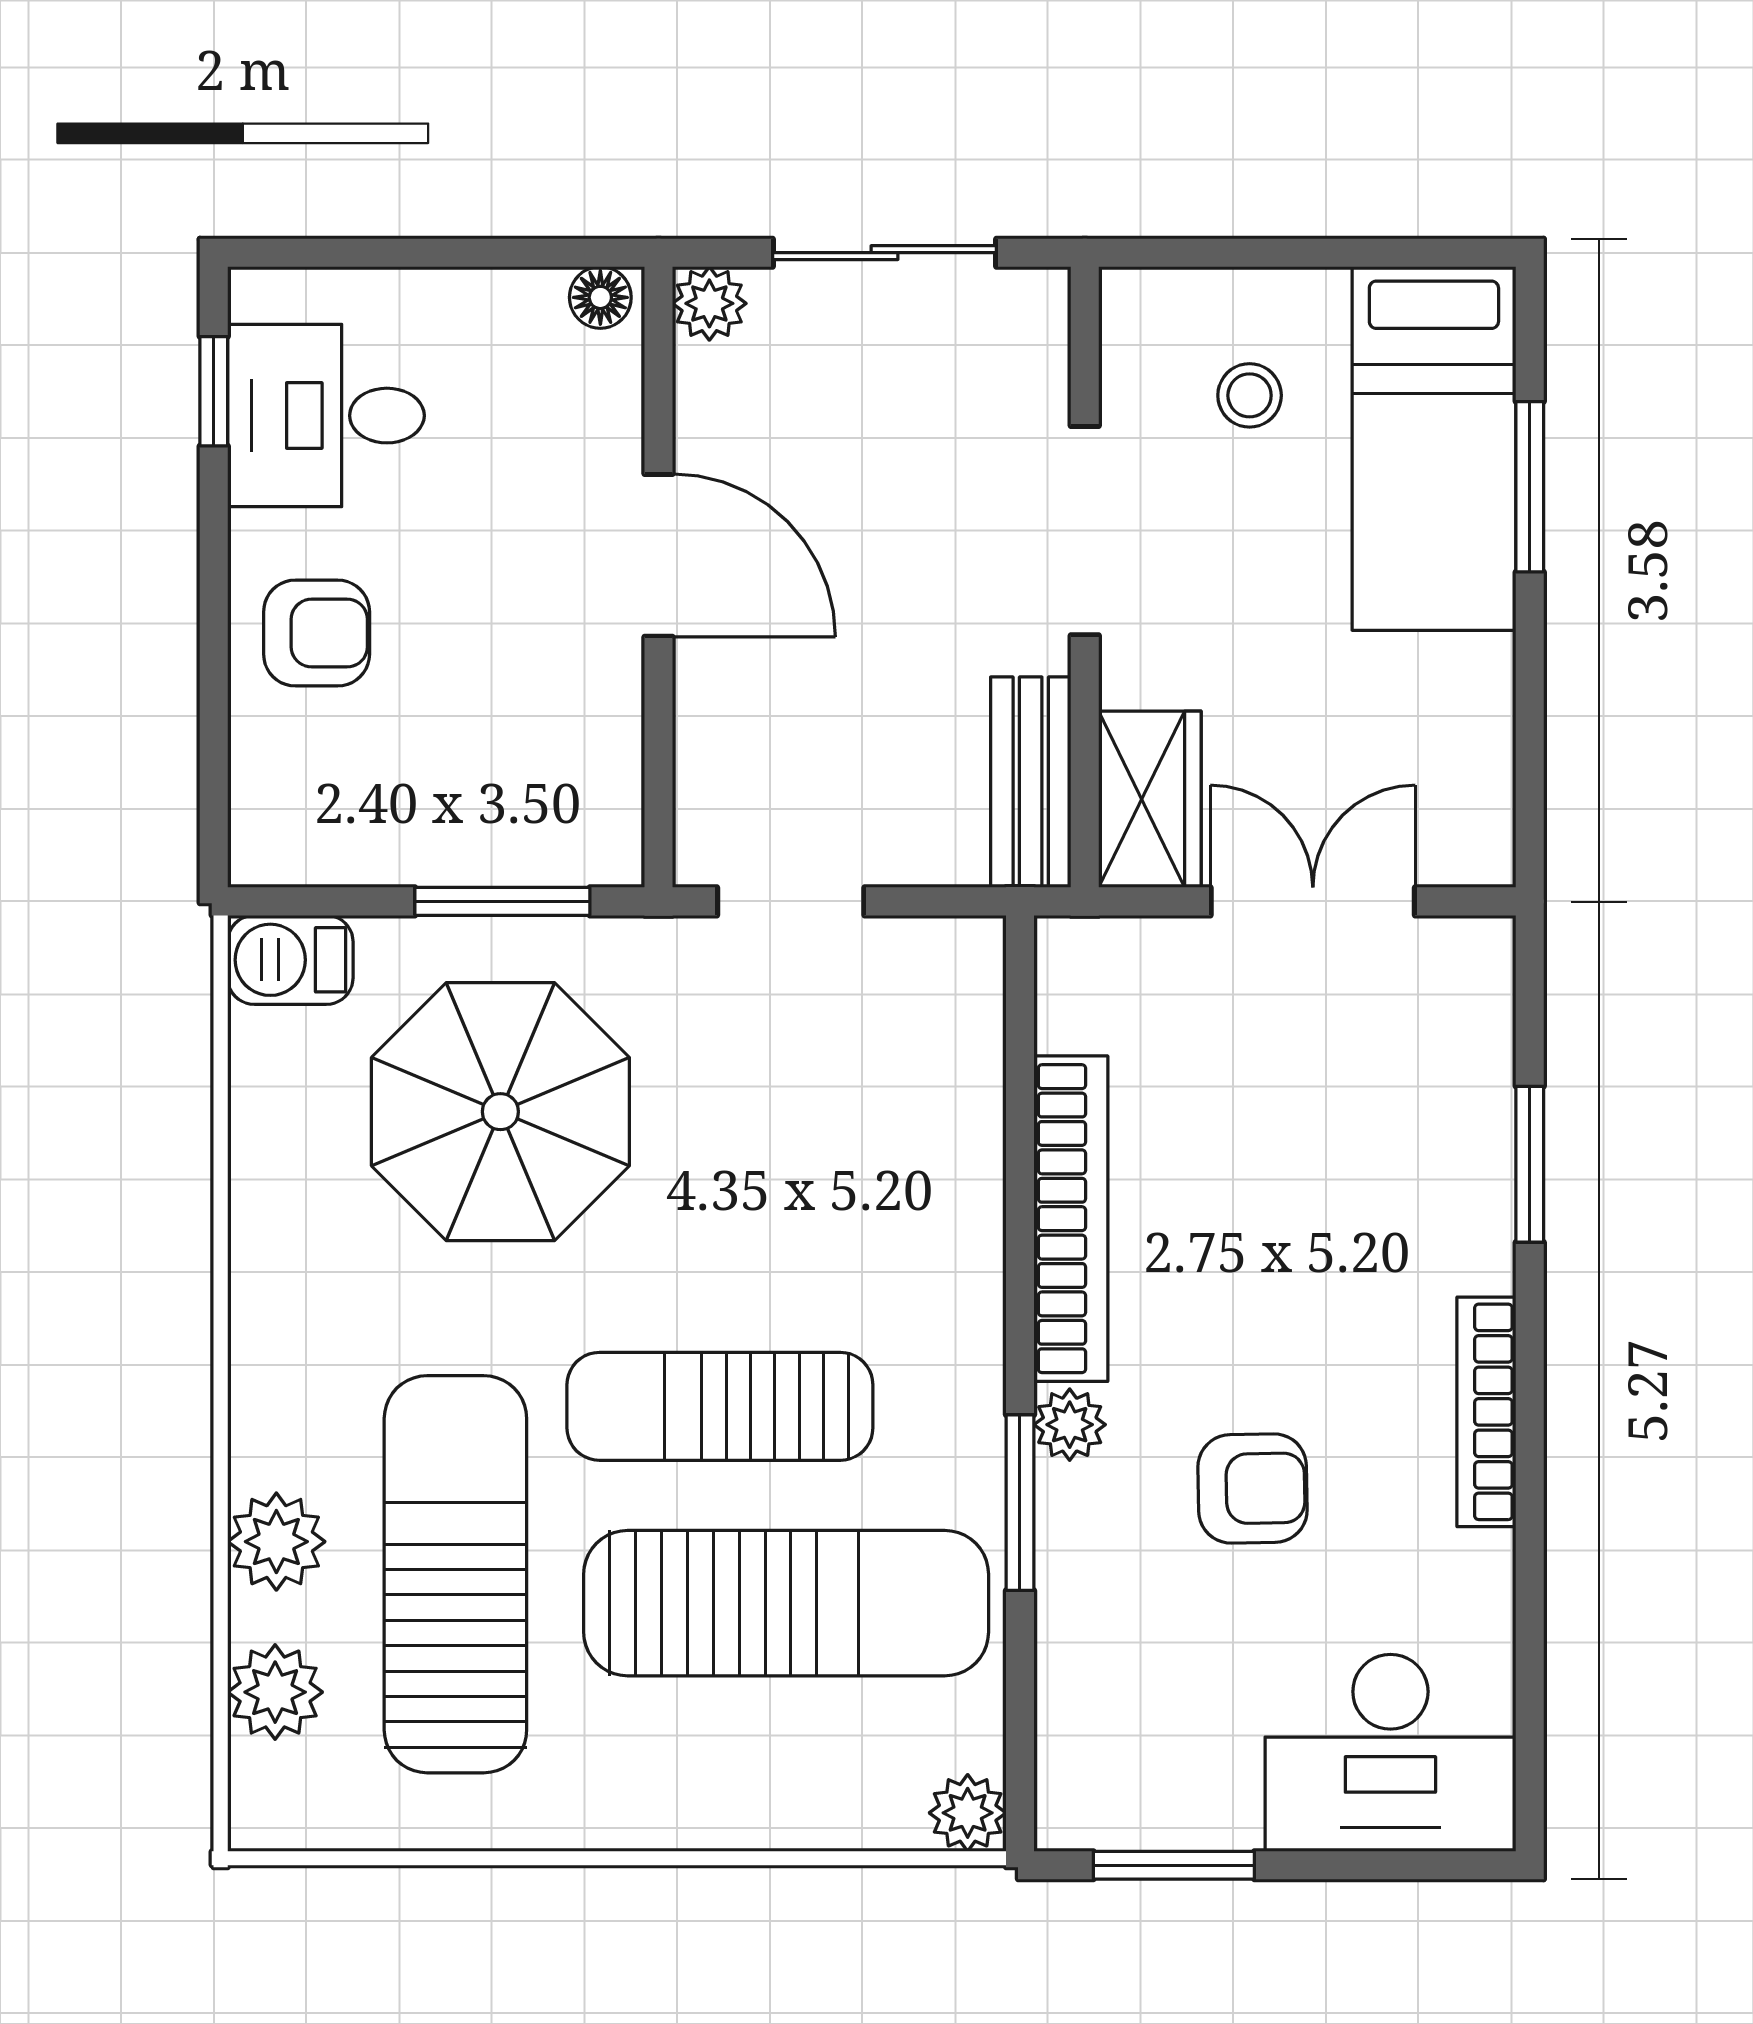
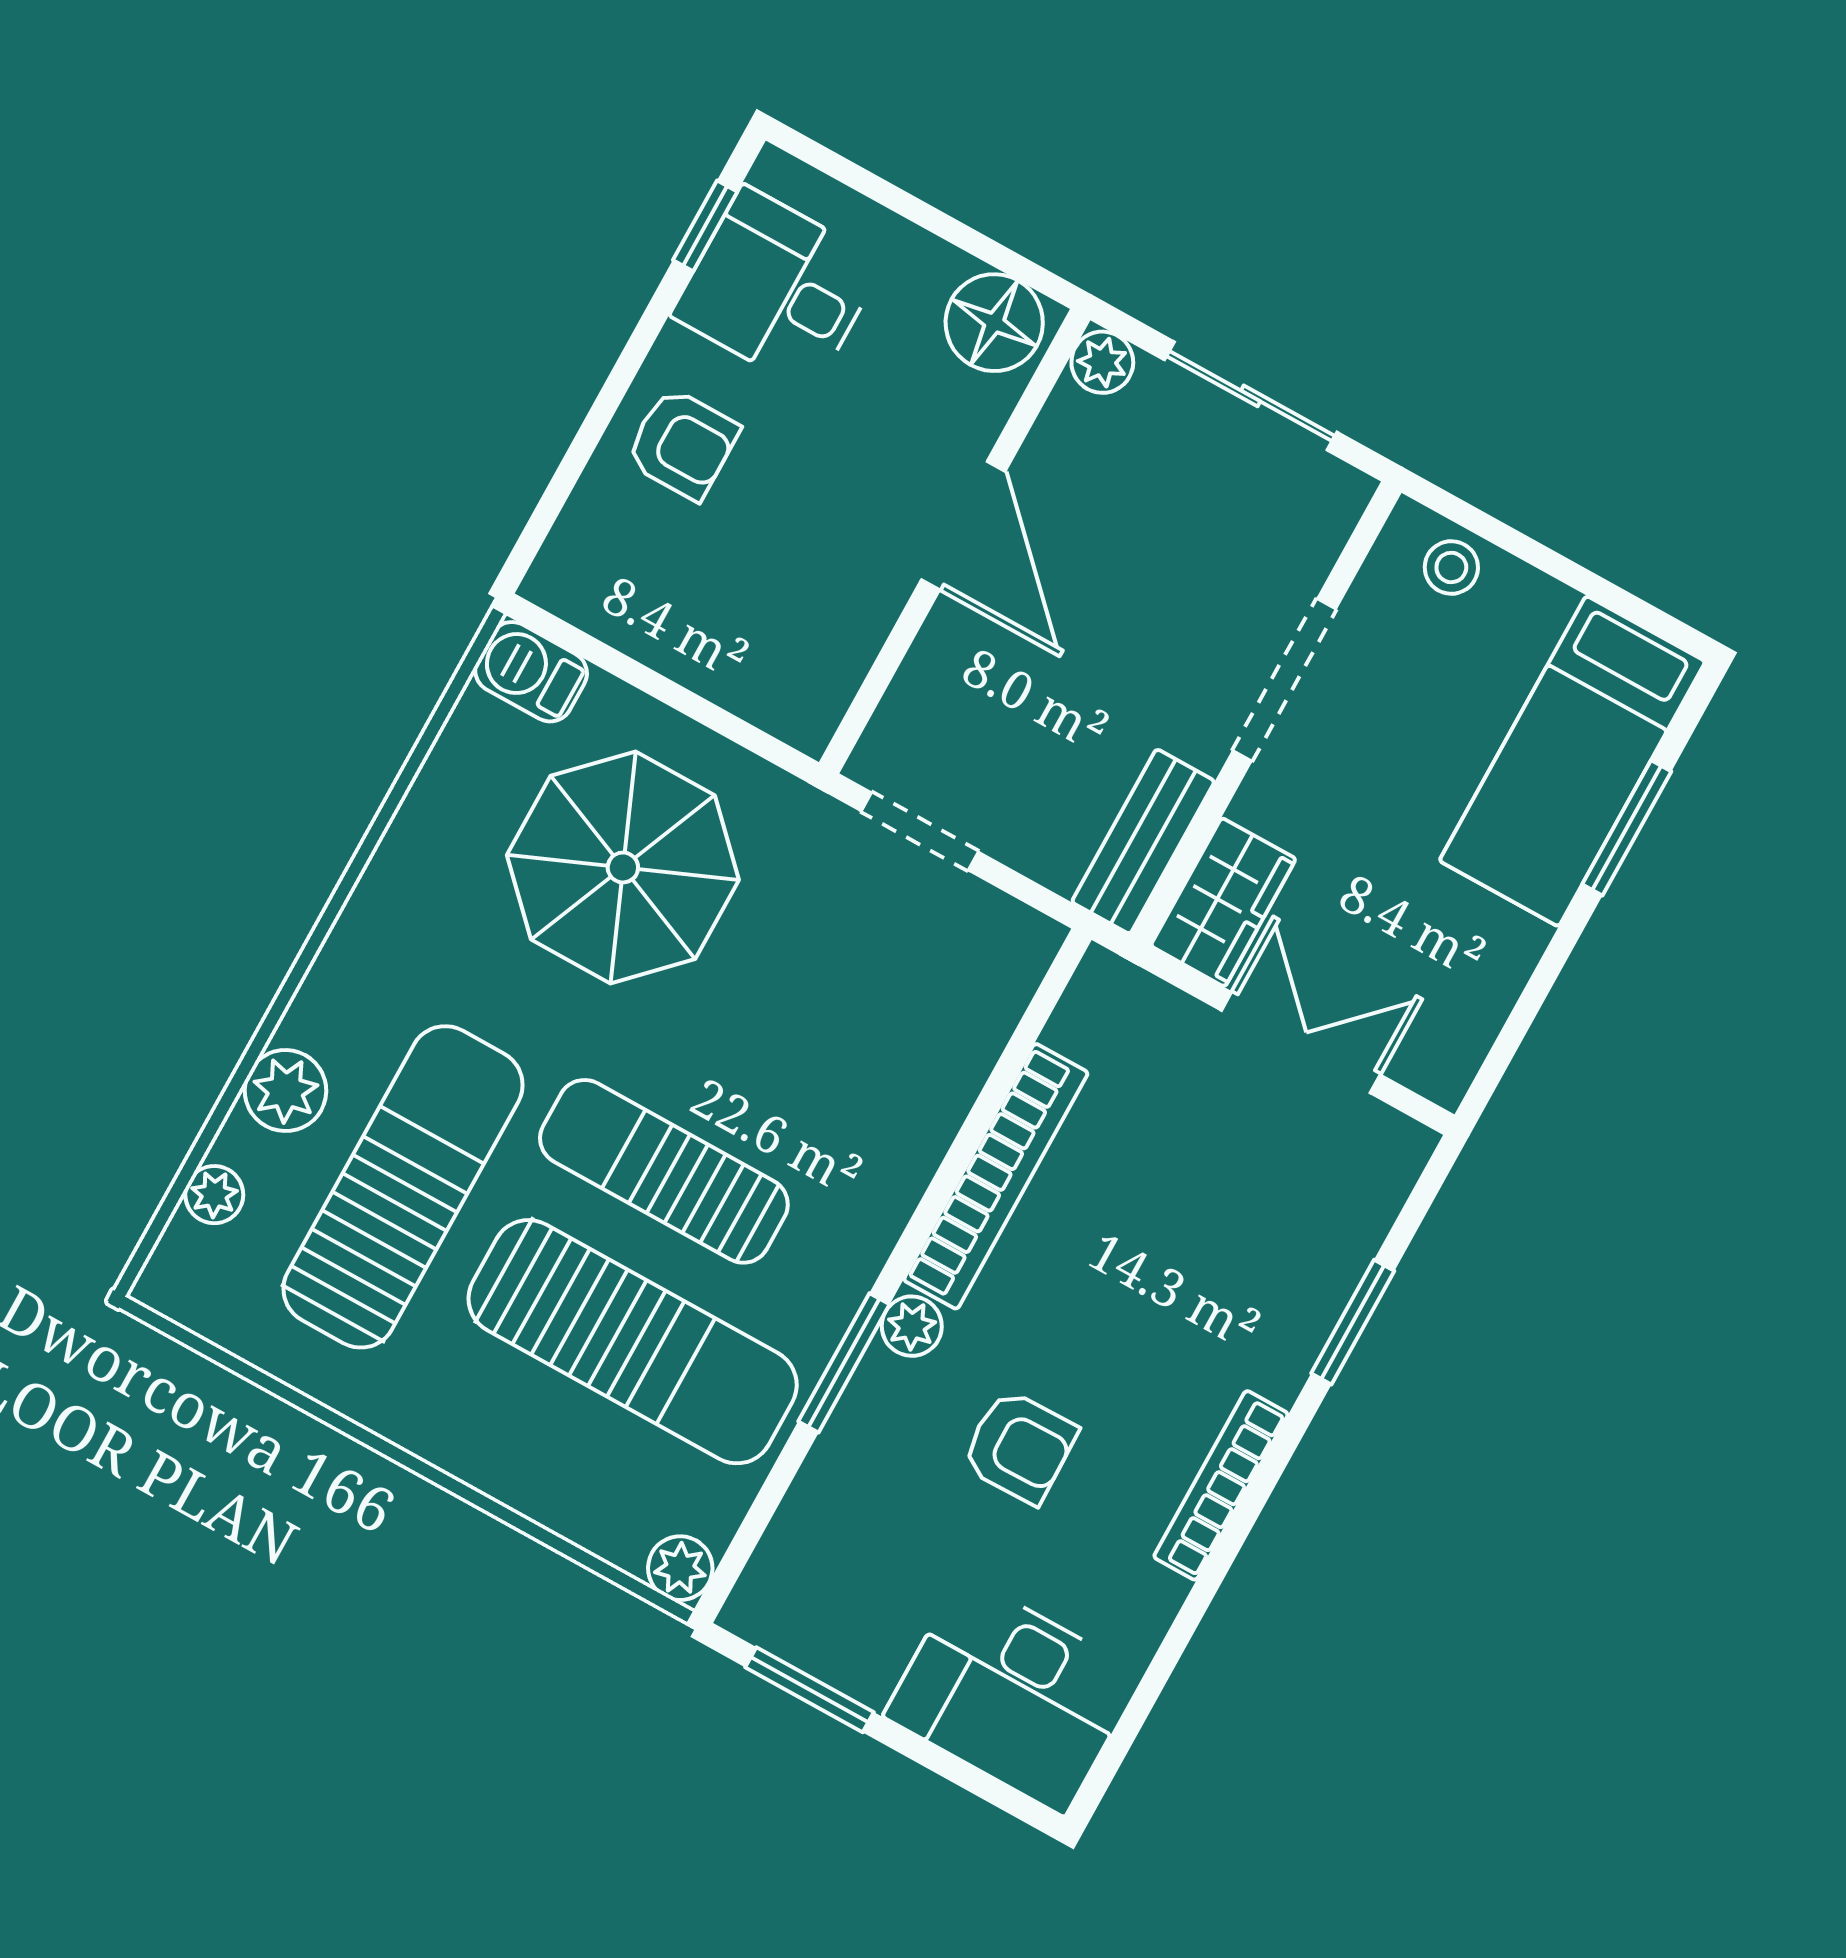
floor lamp: (600, 297) -> (994, 323), width x1.89, depth x1.89
stool: (1250, 395) -> (1451, 567), moved
window: (502, 901) -> (709, 715), removed
plant: (275, 1692) -> (214, 1195), width x0.73, depth x0.73

